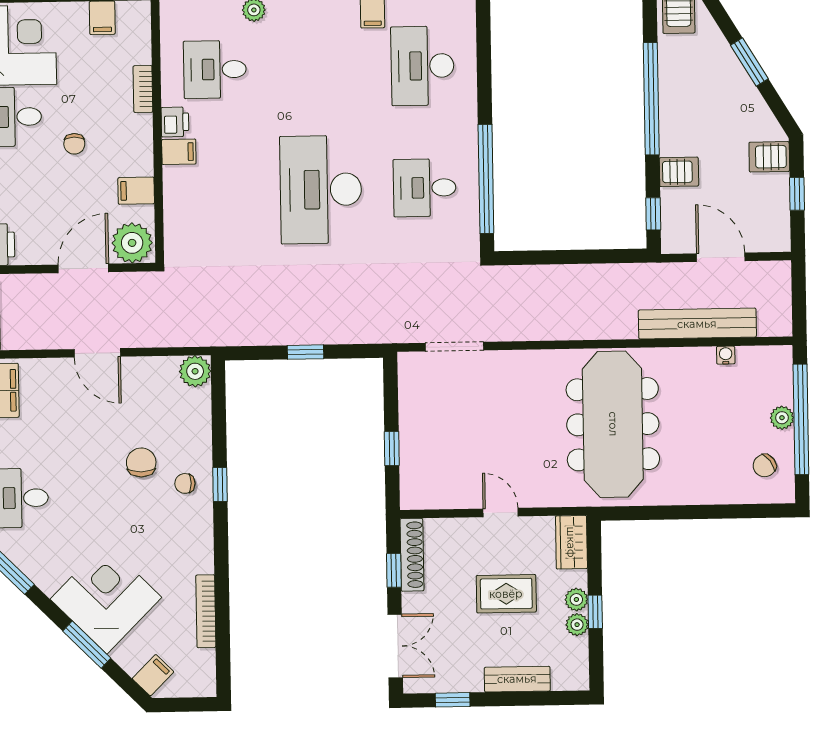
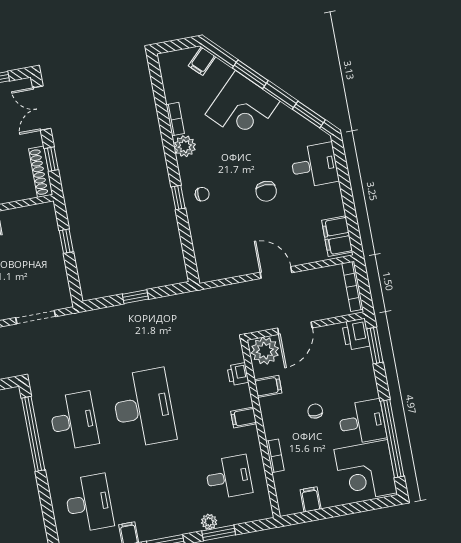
printer: (175, 122) -> (238, 374), moved
desk: (425, 188) -> (74, 421), width x1.37
plant: (195, 371) -> (185, 146), moved
chair: (141, 462) -> (266, 191), moved
bookcase: (206, 611) -> (175, 119), width x0.64

